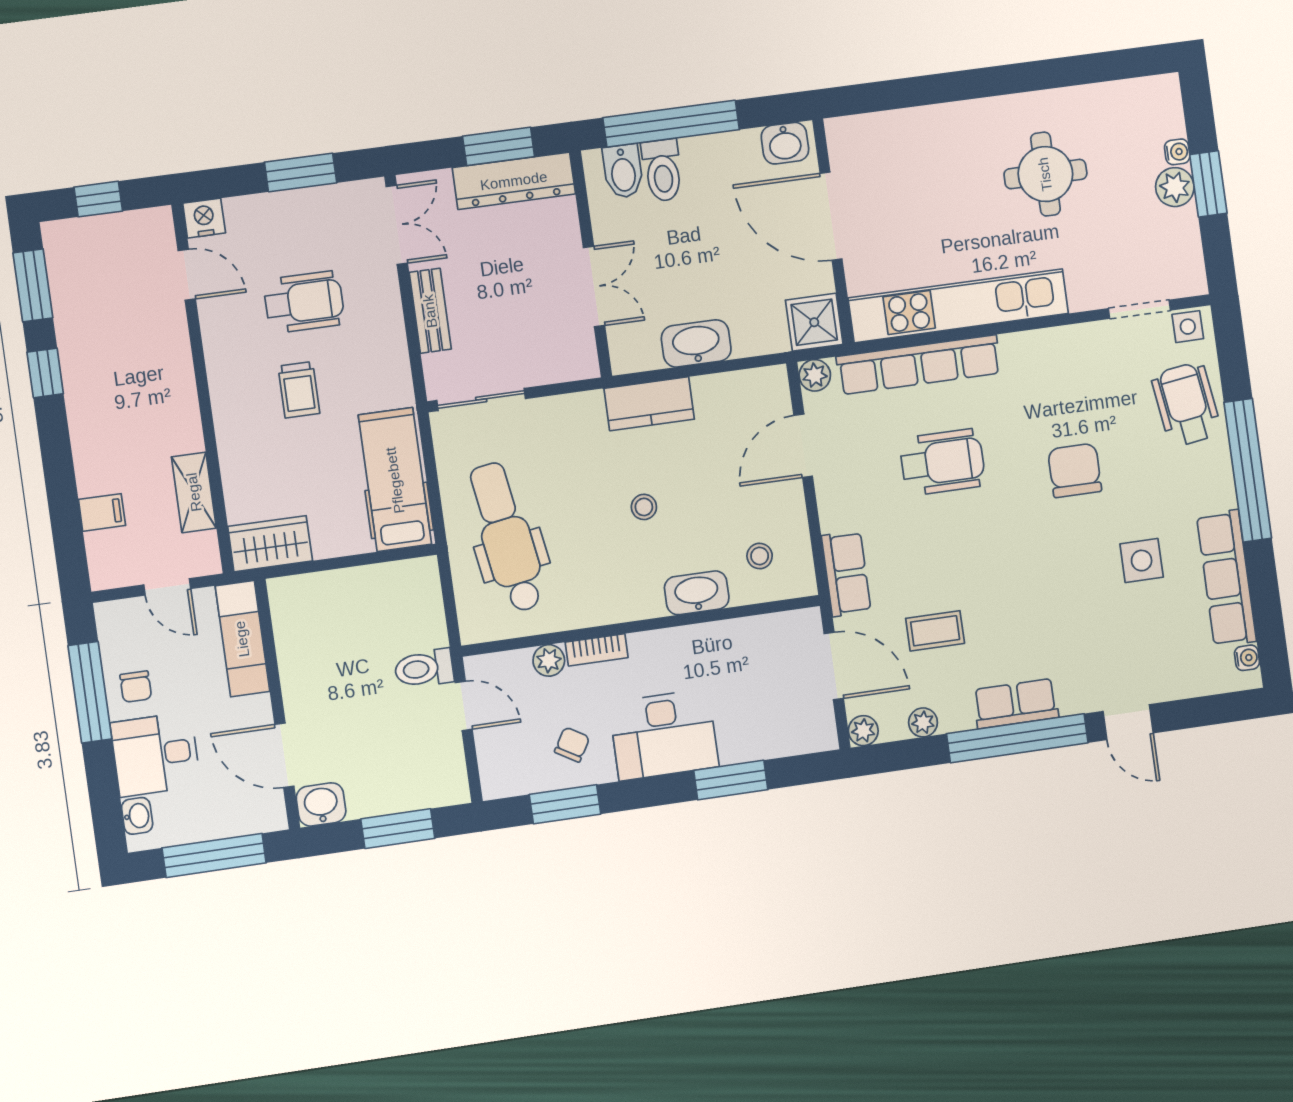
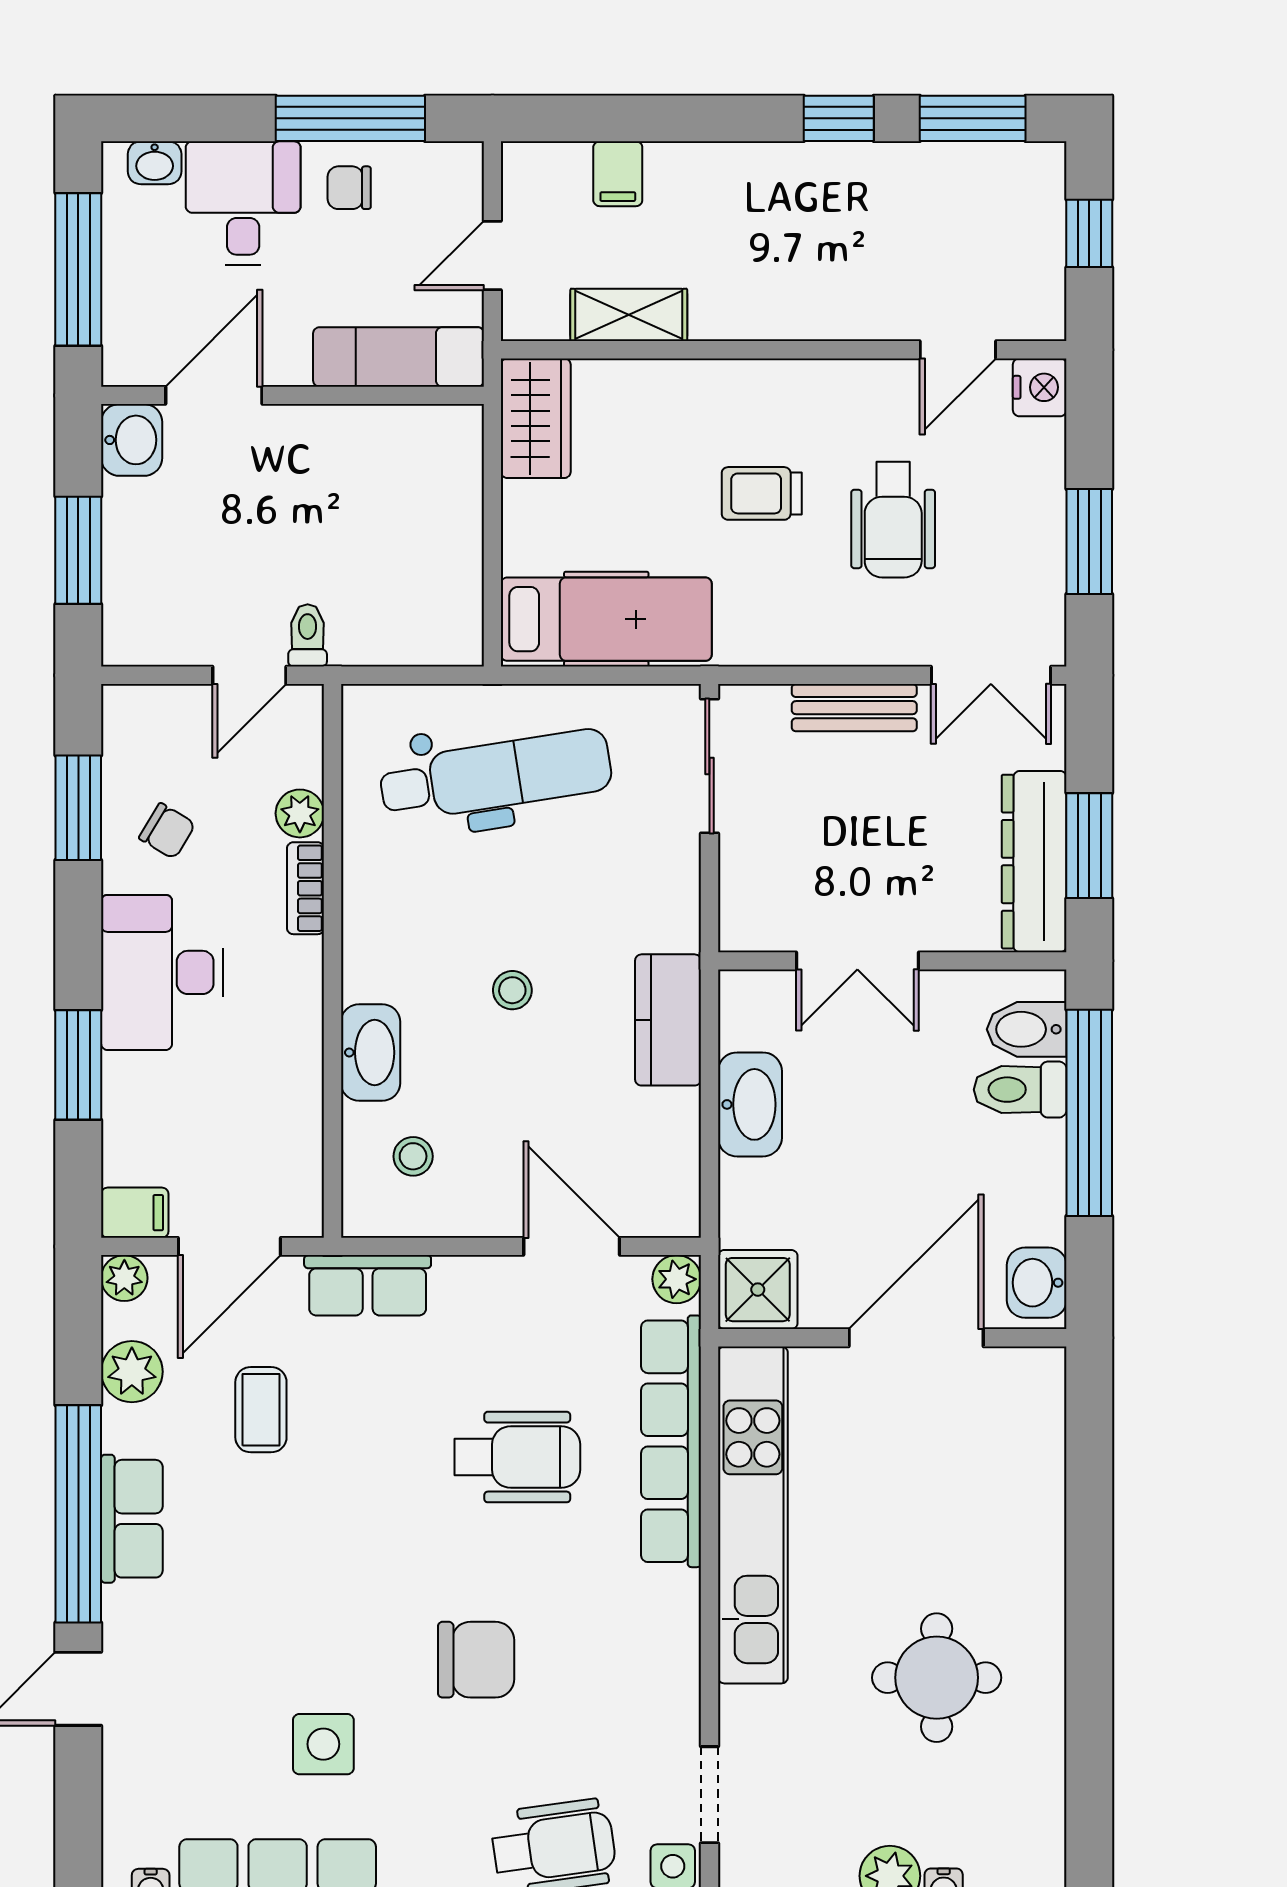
wheelchair: (942, 462) -> (517, 1457), turned -90
toilet: (424, 668) -> (308, 635), width x0.73, depth x0.72
plant: (923, 722) -> (132, 1372), width x1.38, depth x1.38
filing cabinet: (821, 730) -> (135, 1213), added

